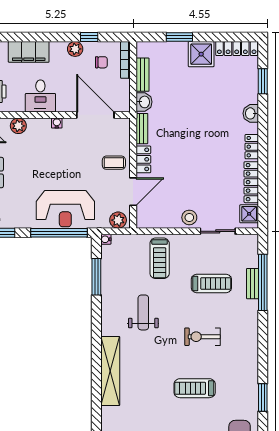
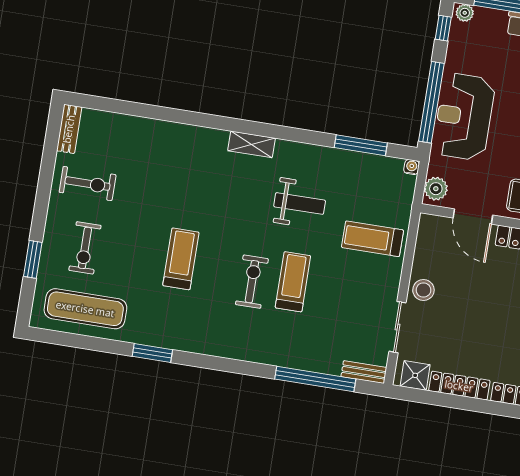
treadmill: (211, 284) -> (293, 282), moved, turned 180
bench: (252, 284) -> (364, 372), moved
shelving: (110, 371) -> (252, 144), width x0.45, depth x0.75

